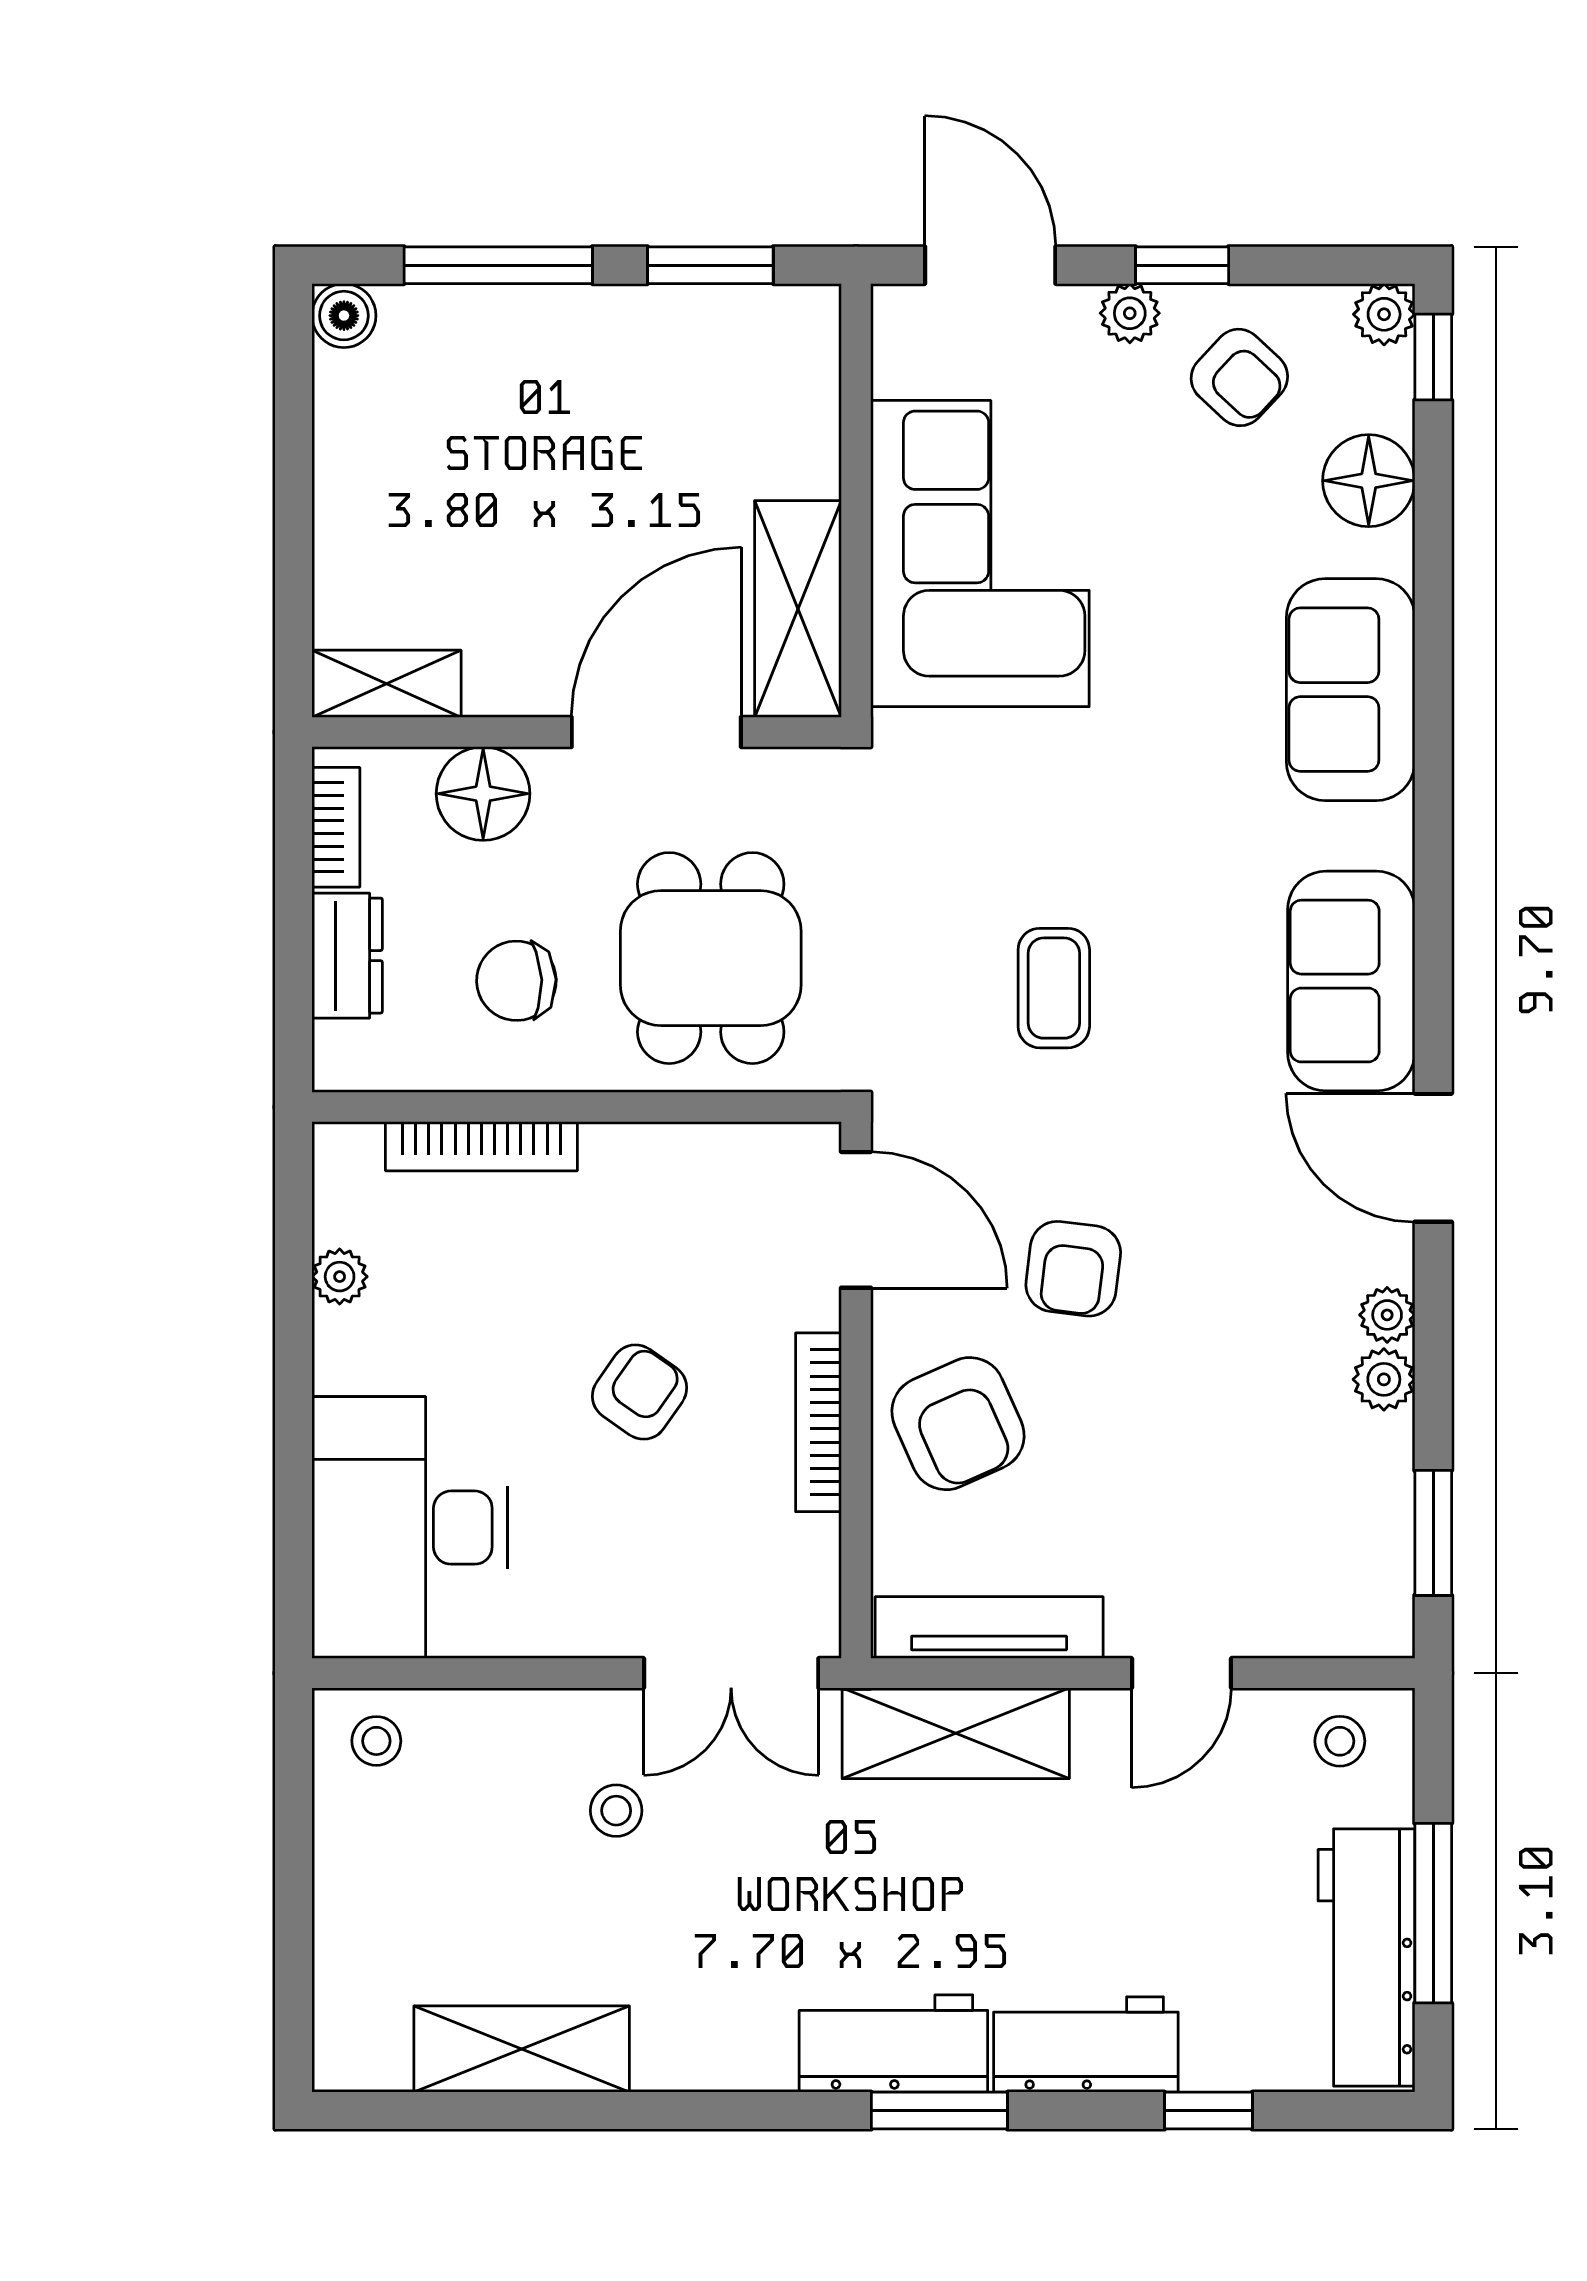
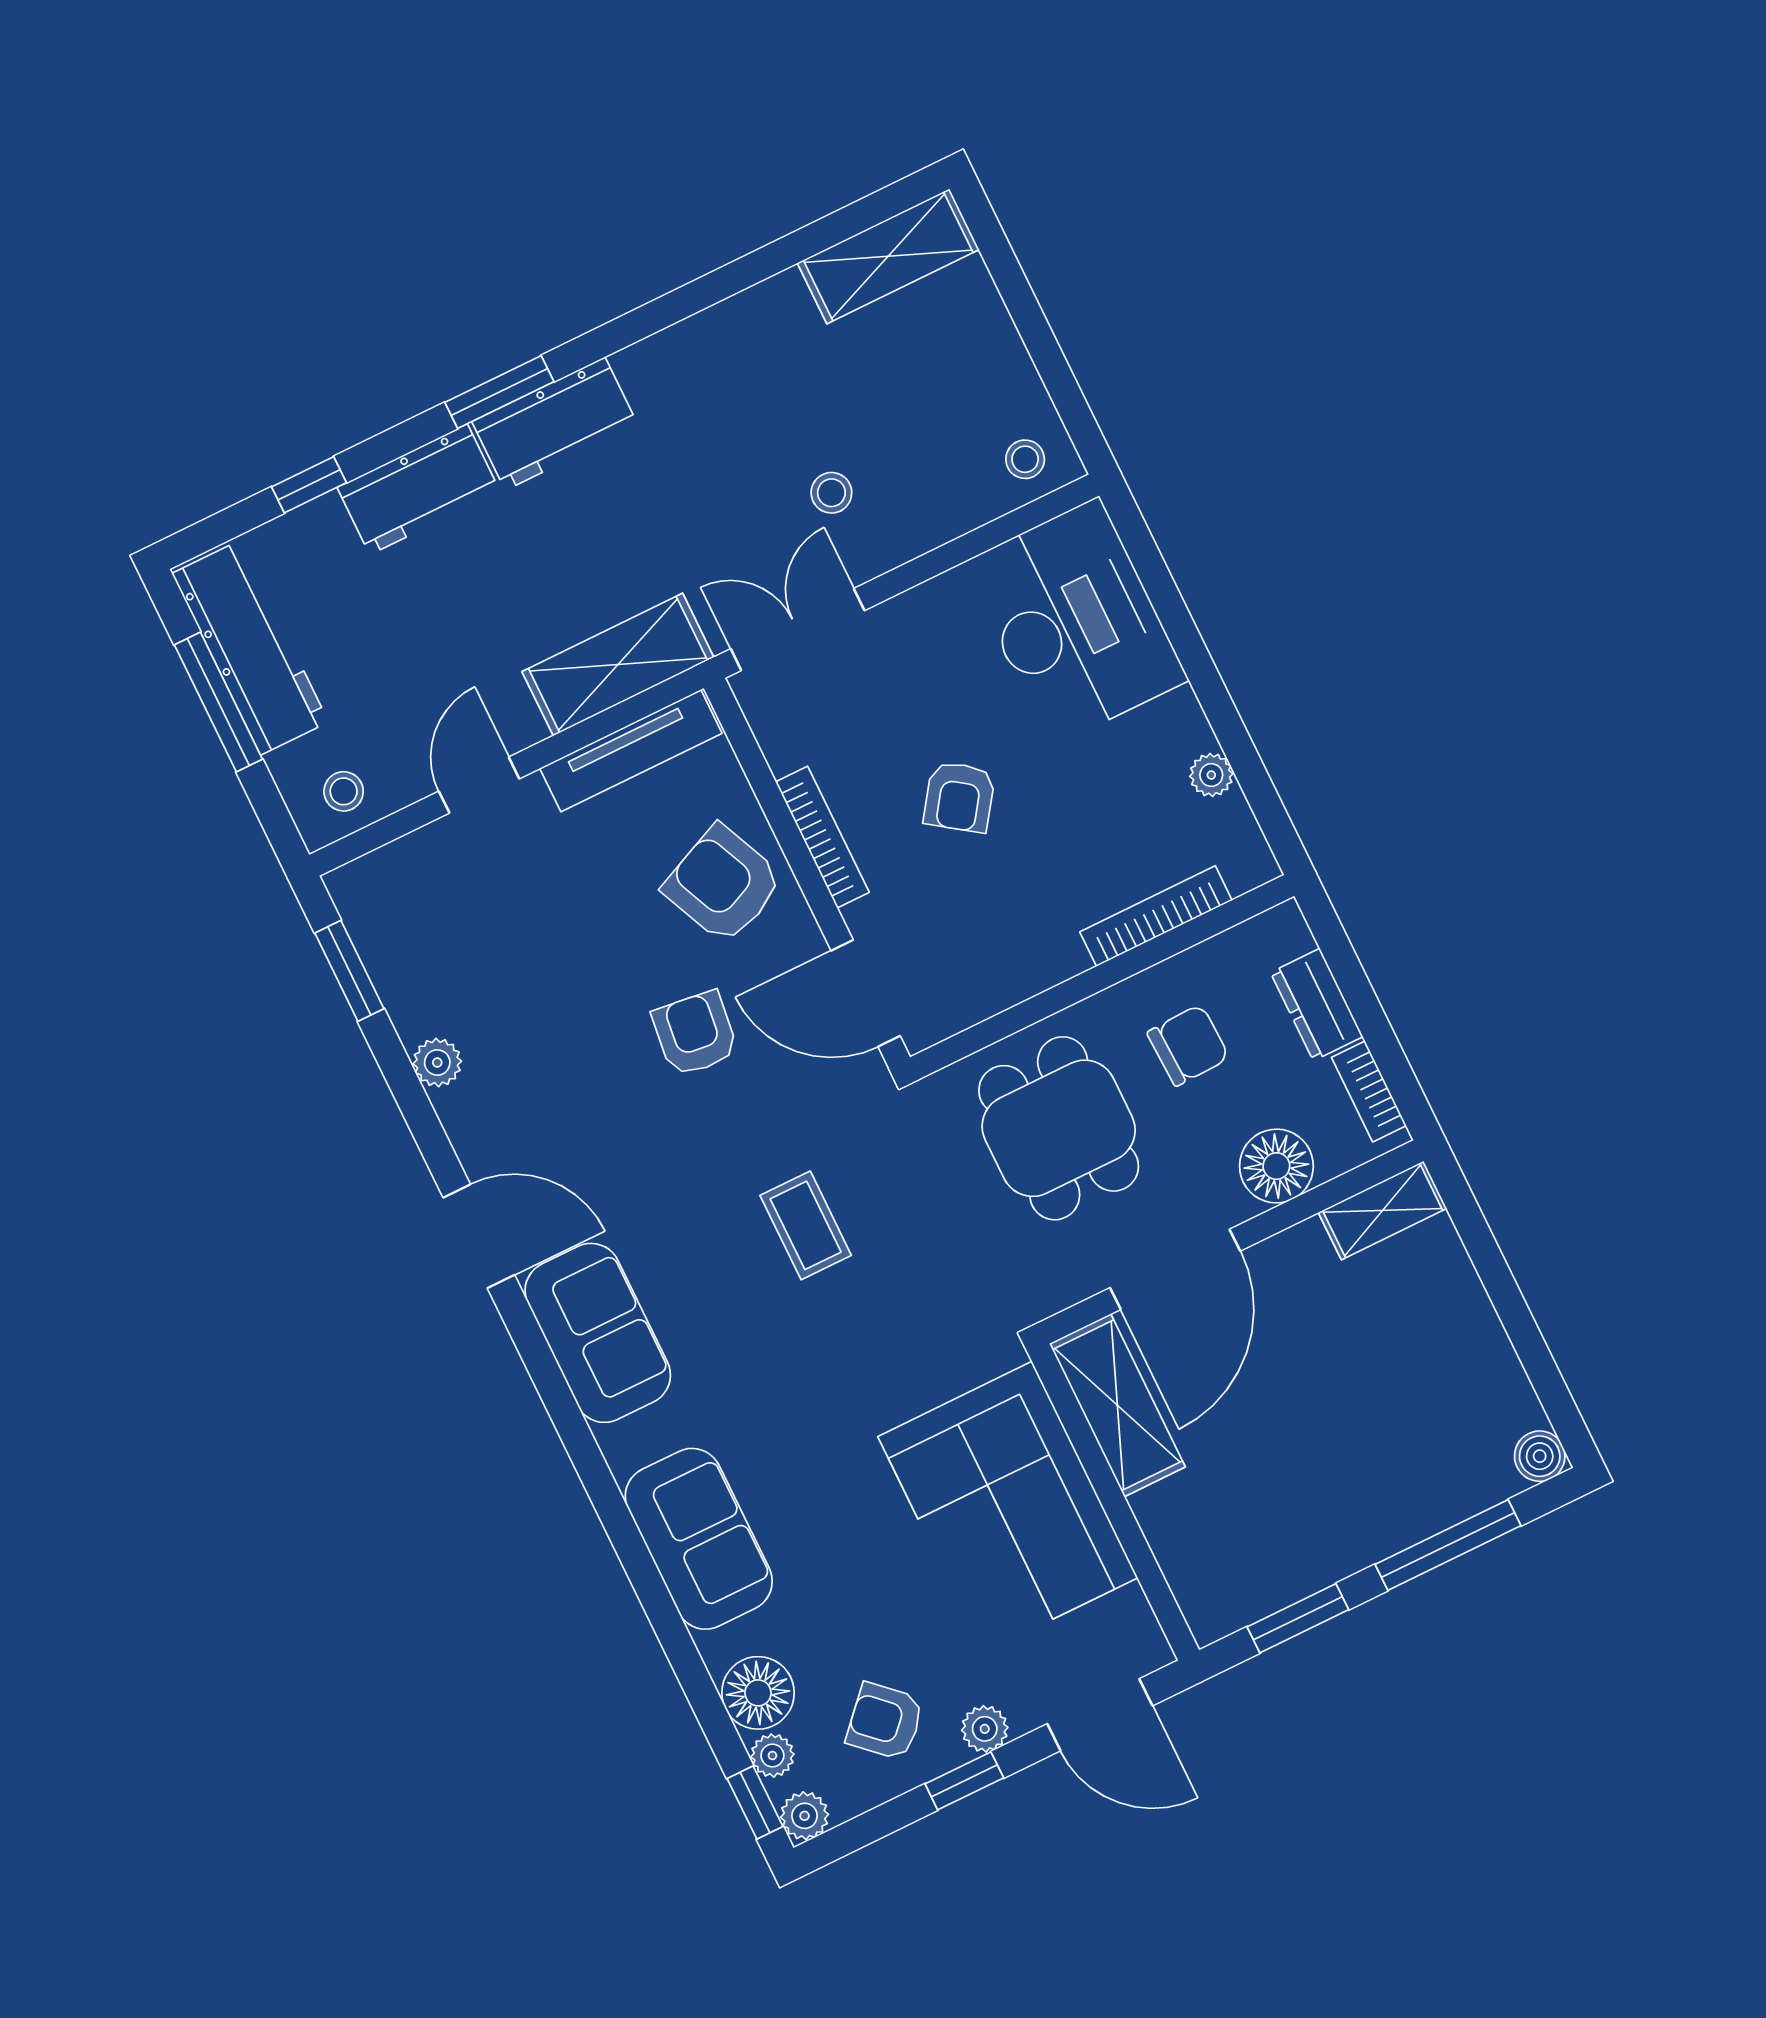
plant: (1387, 1315) -> (772, 1756), moved
shelving: (522, 2049) -> (888, 256), moved

